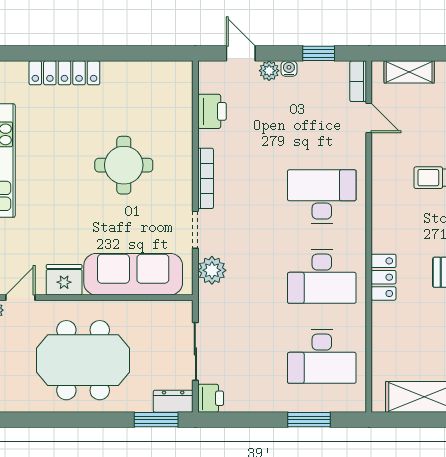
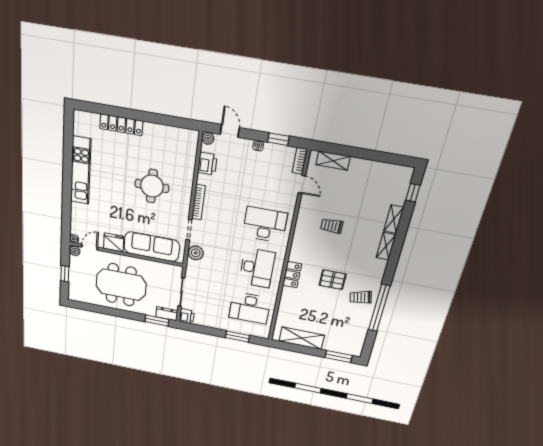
plant: (269, 71) -> (208, 138), moved
desk: (322, 277) -> (257, 268), turned -90

